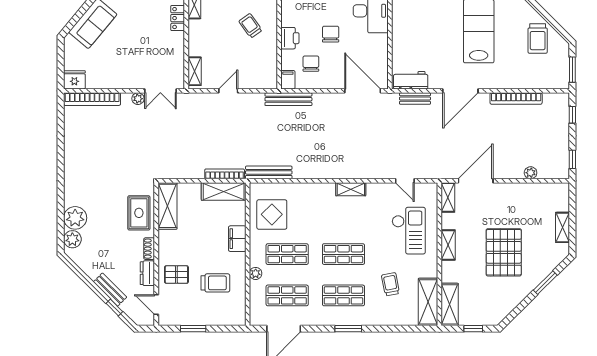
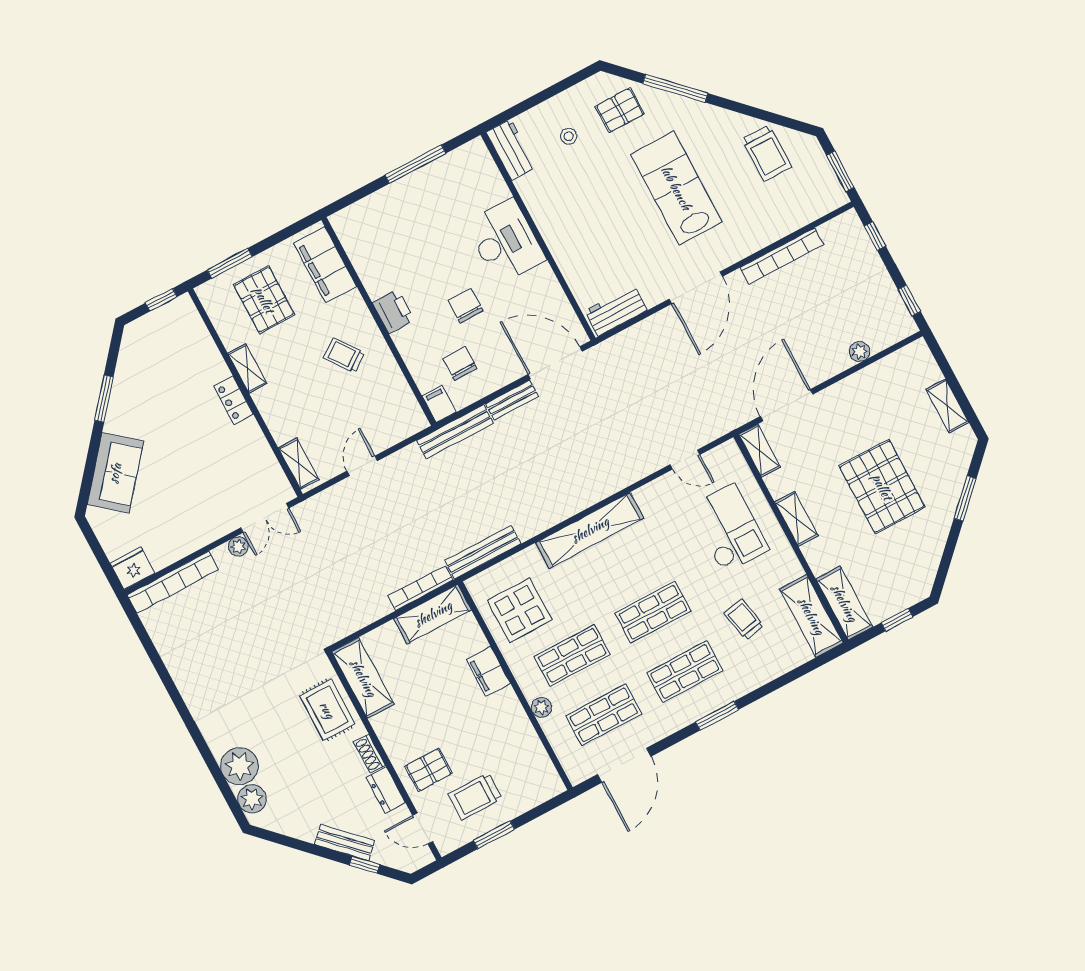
printer: (290, 38) -> (393, 311), moved
bench: (415, 99) -> (512, 400), moved
shelving: (351, 189) -> (590, 530), width x2.20, depth x1.33
trolley: (215, 283) -> (475, 796), moved, turned 180

